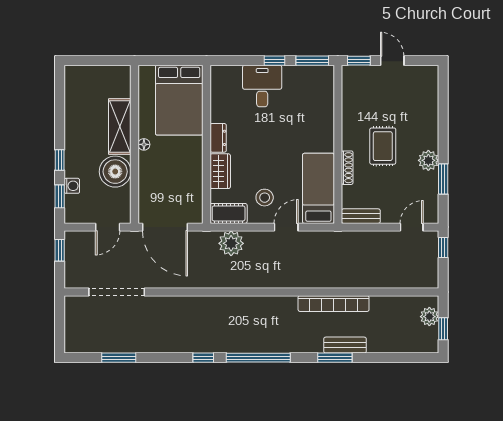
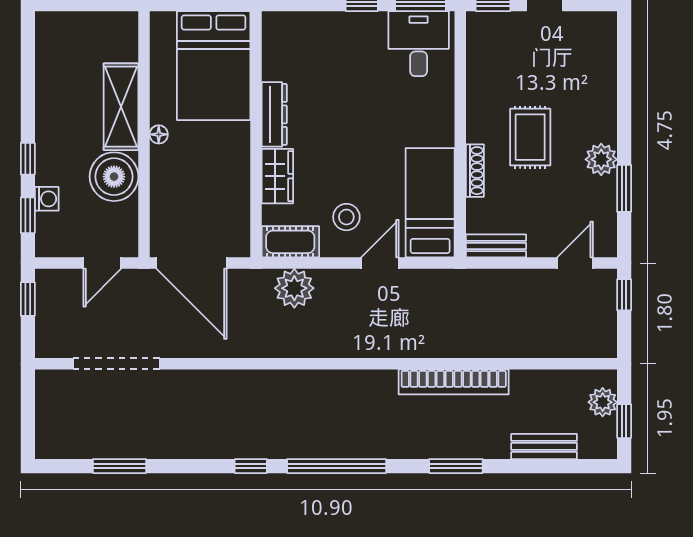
desk: (262, 86) -> (419, 44), moved
dresser: (218, 138) -> (274, 114), width x1.44
bench: (345, 345) -> (544, 446), moved

